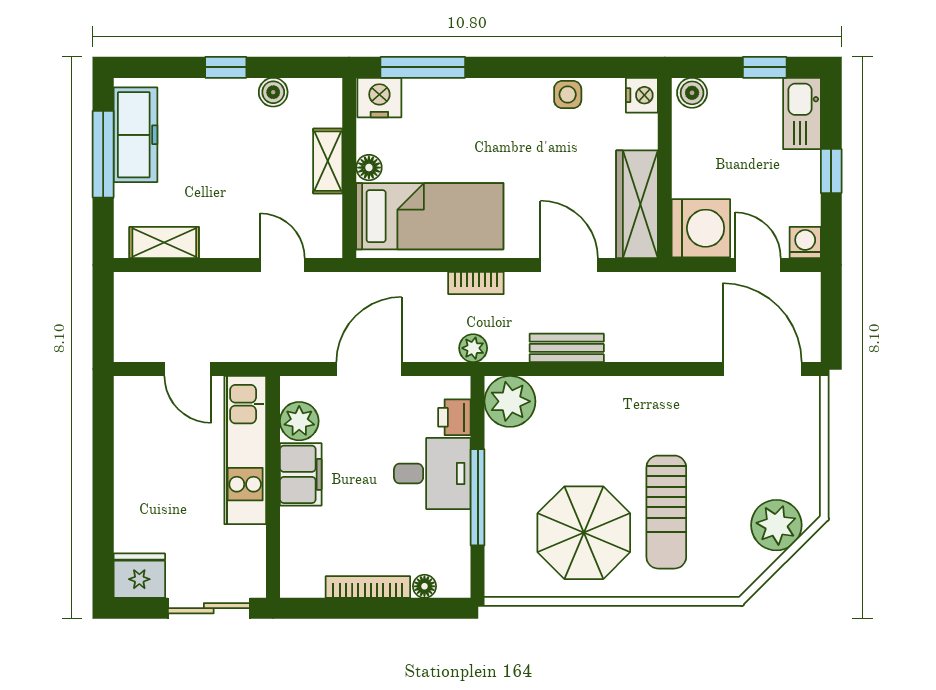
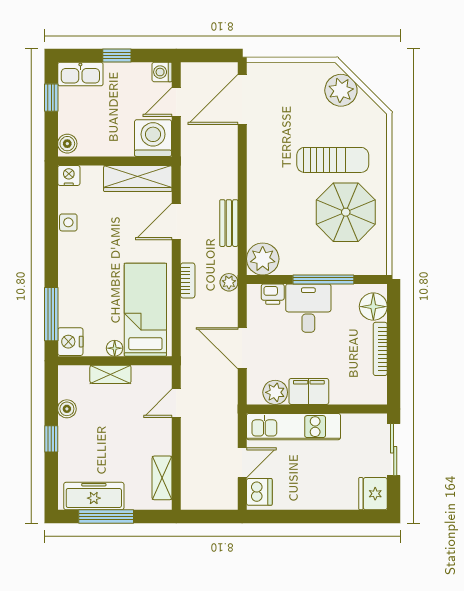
dishwasher: (142, 396) -> (259, 492), added
floor lamp: (424, 586) -> (373, 307), width x1.89, depth x1.89

